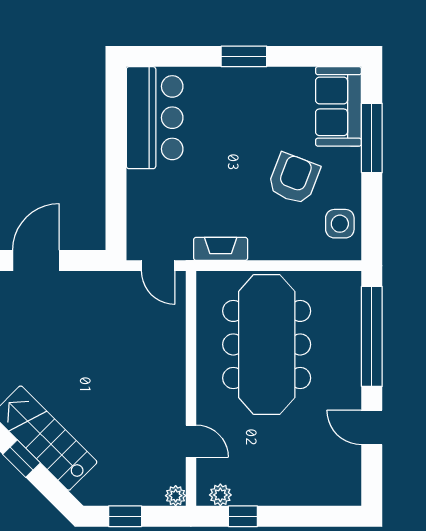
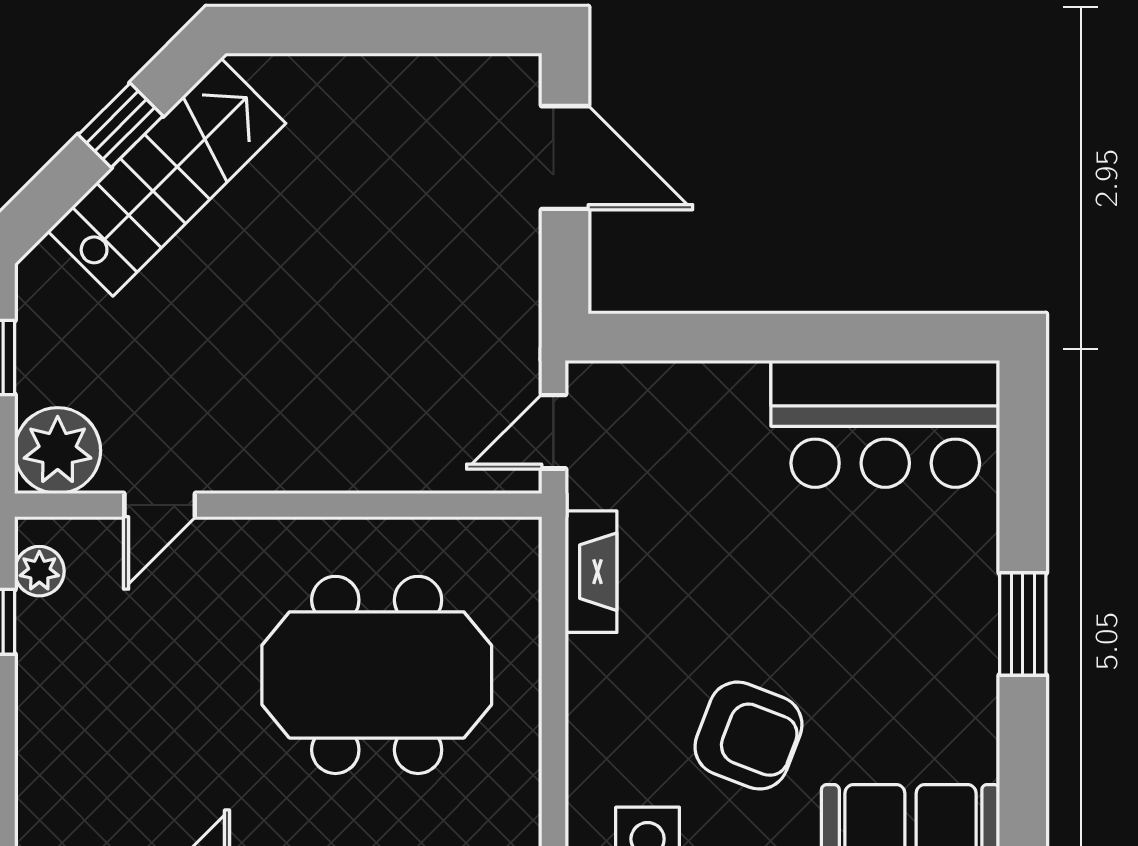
meeting table: (267, 344) -> (377, 675), width x0.73
plant: (176, 496) -> (58, 451), width x1.88, depth x1.88

